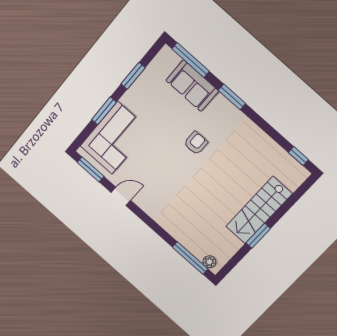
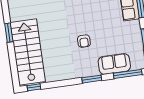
stairs: (259, 210) -> (28, 52), width x1.36, depth x1.51

